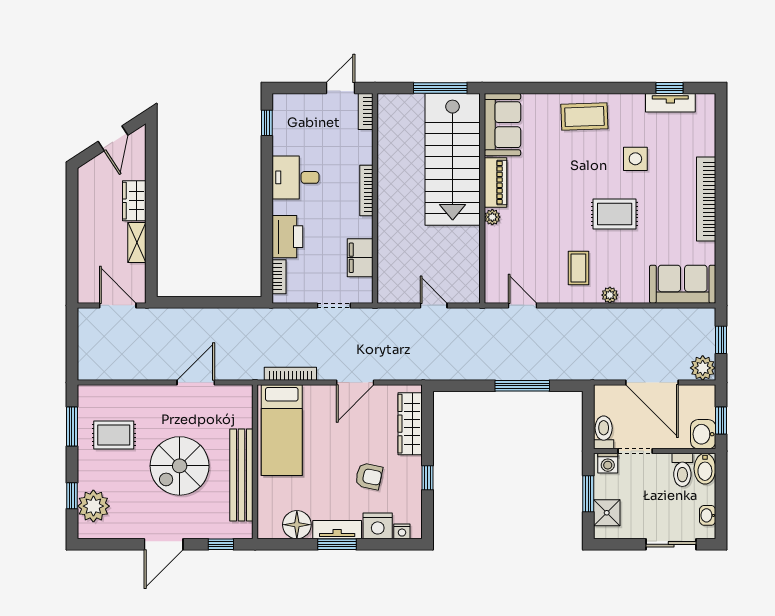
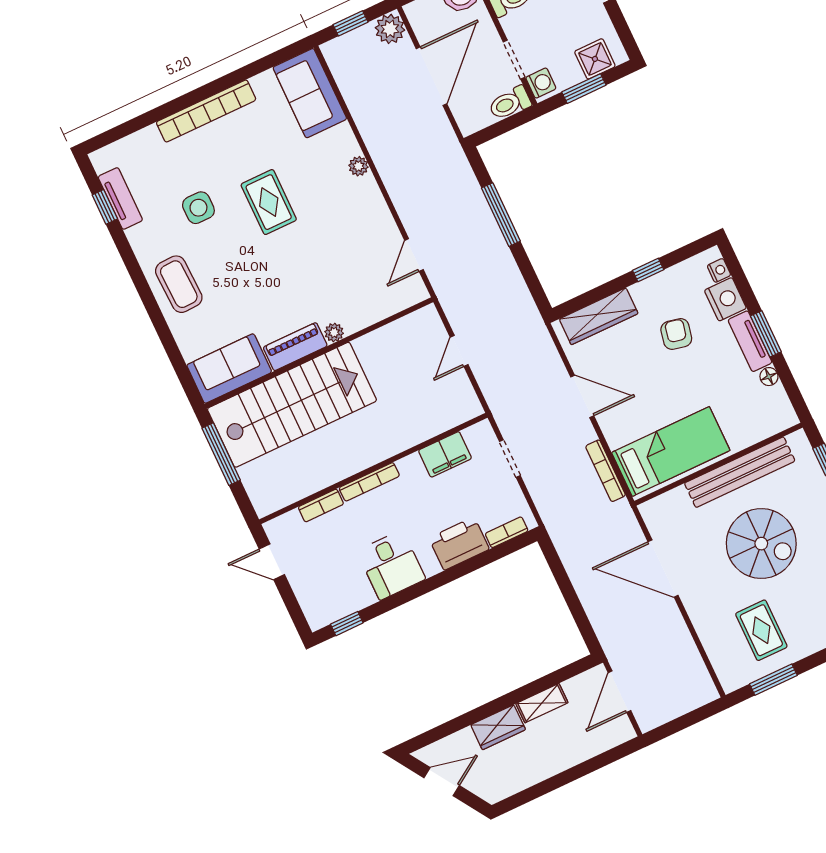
bookcase: (366, 111) -> (321, 506), moved
coffee table: (578, 268) -> (345, 214), removed
door: (196, 383) -> (663, 568), width x1.36
floor lamp: (297, 525) -> (769, 377), width x0.53, depth x0.53

